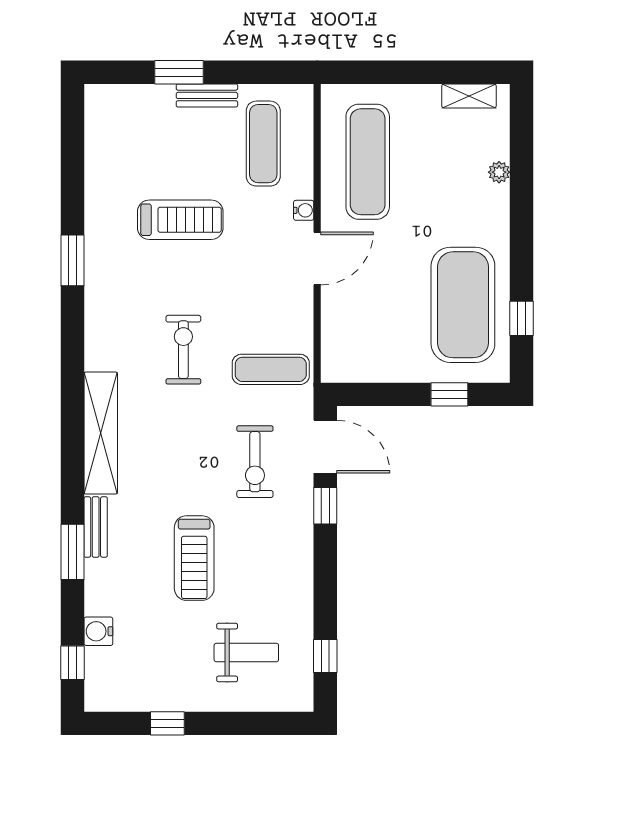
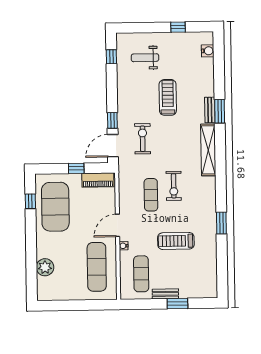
shelving: (469, 96) -> (54, 295), removed
plant: (499, 172) -> (45, 267), width x1.88, depth x1.88
piano: (362, 366) -> (98, 180), added
exercise mat: (271, 369) -> (151, 195), moved, turned 90
window: (449, 394) -> (76, 168), moved
door: (325, 447) -> (113, 146), hinge flipped
window: (72, 552) -> (220, 111), moved
water cooler: (98, 631) -> (208, 51), moved
window: (72, 663) -> (219, 52), removed

